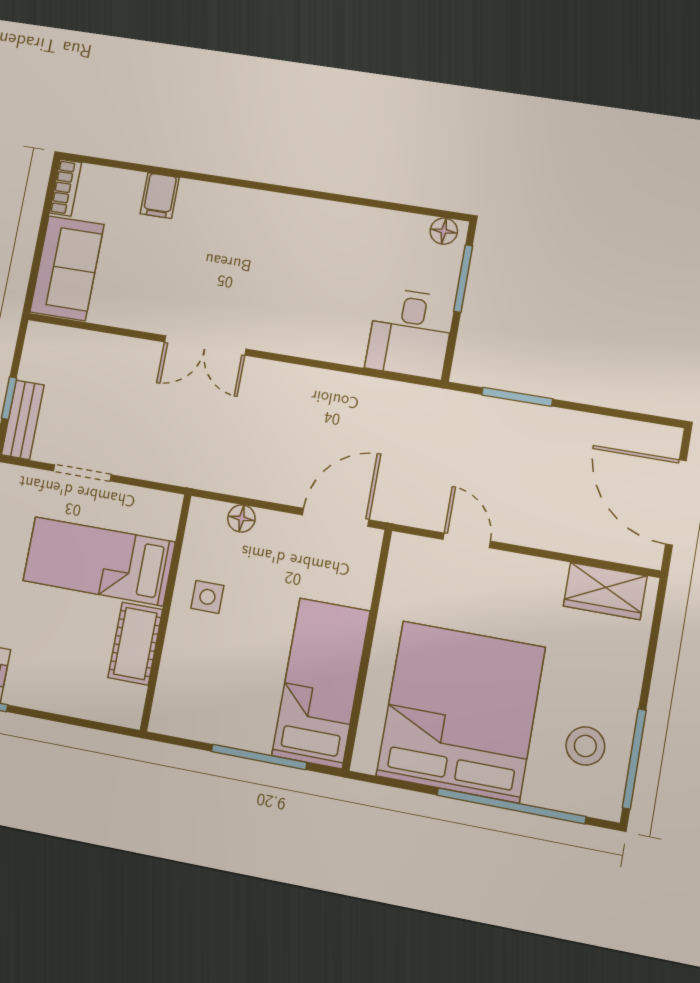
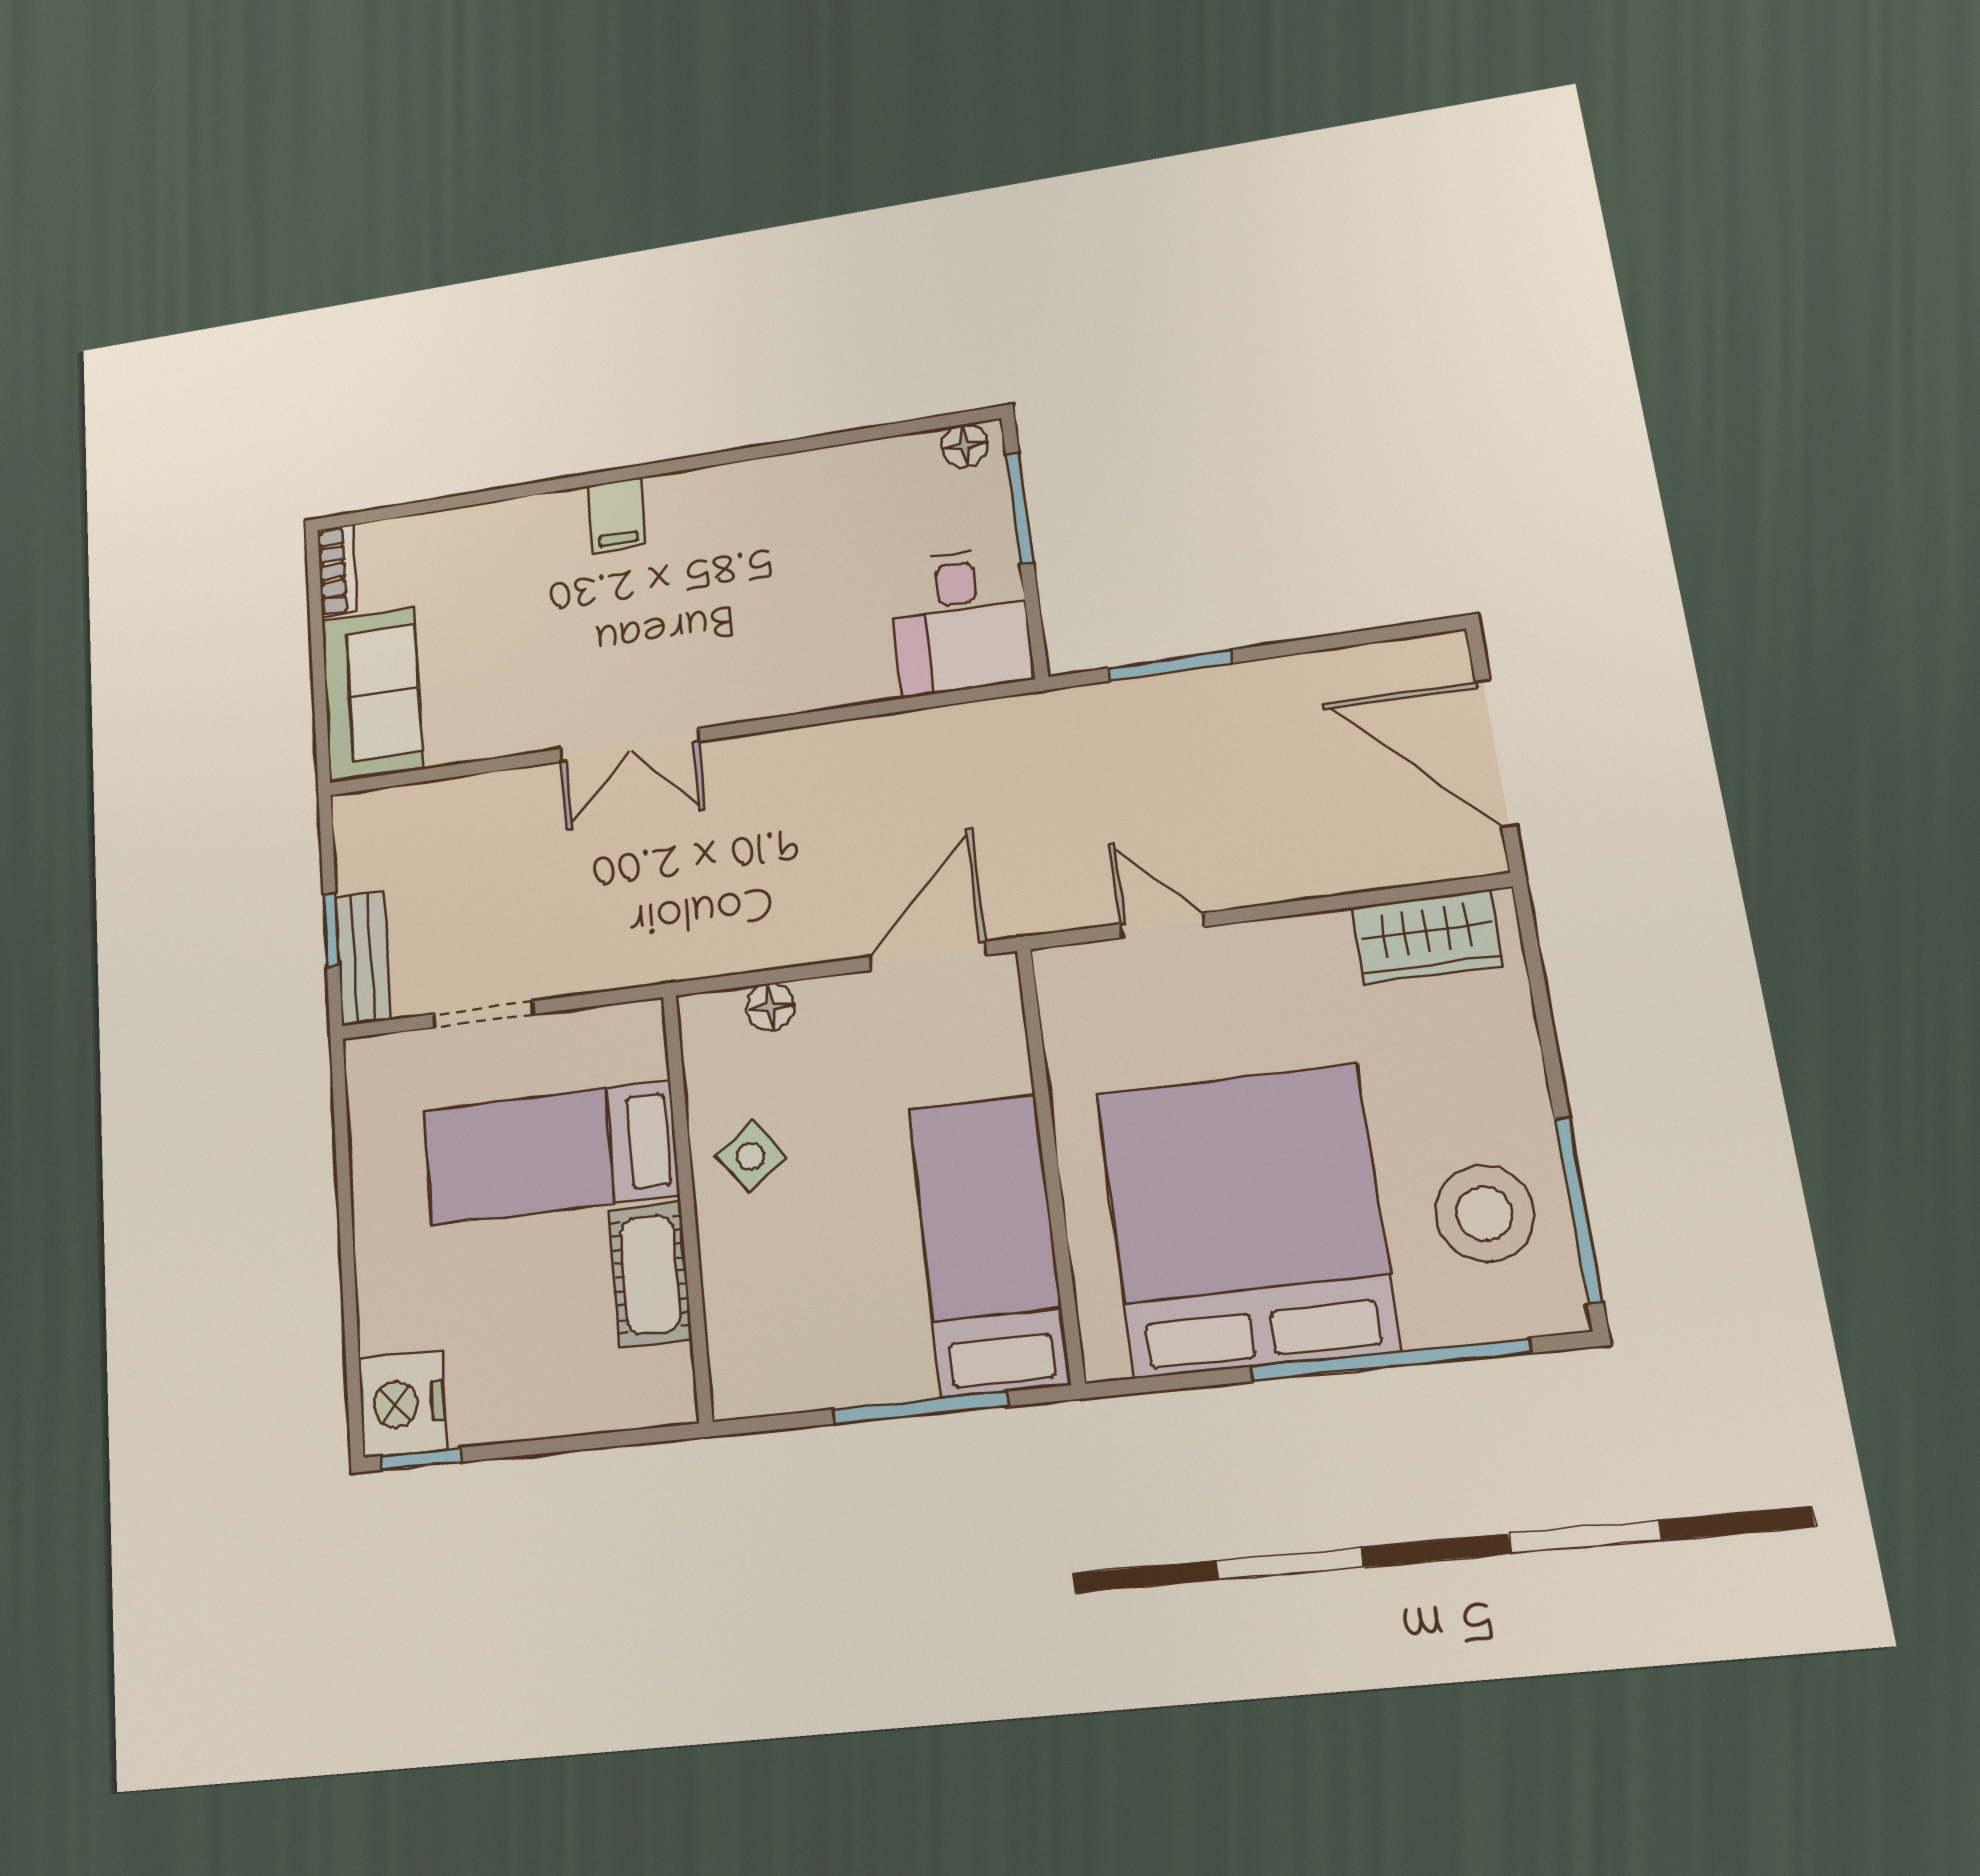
filing cabinet: (160, 196) -> (617, 515), moved
side table: (207, 597) -> (751, 1156), turned -37
stool: (585, 746) -> (1485, 1214), width x1.38, depth x1.38

